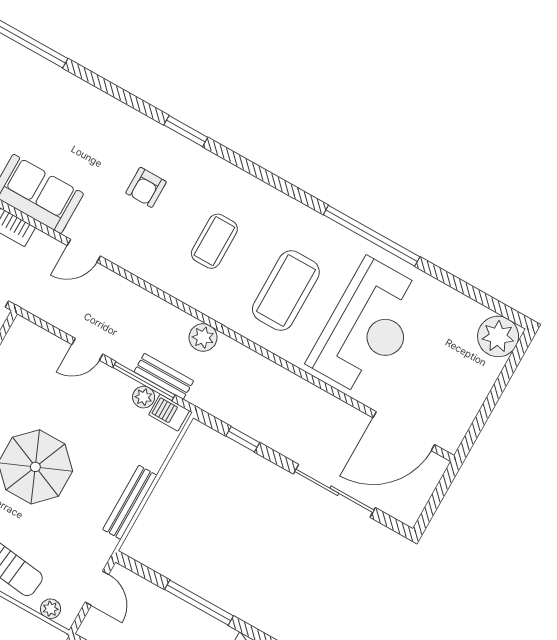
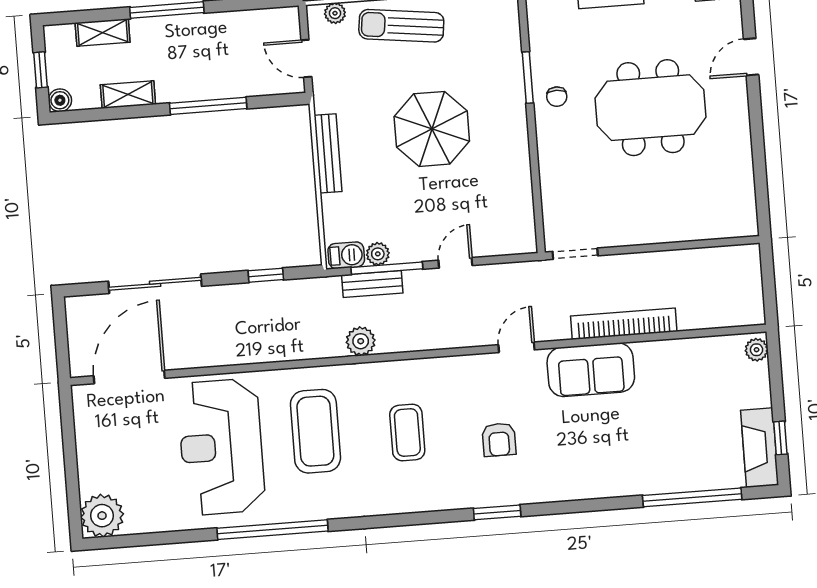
armchair: (146, 187) -> (499, 440), turned 180

